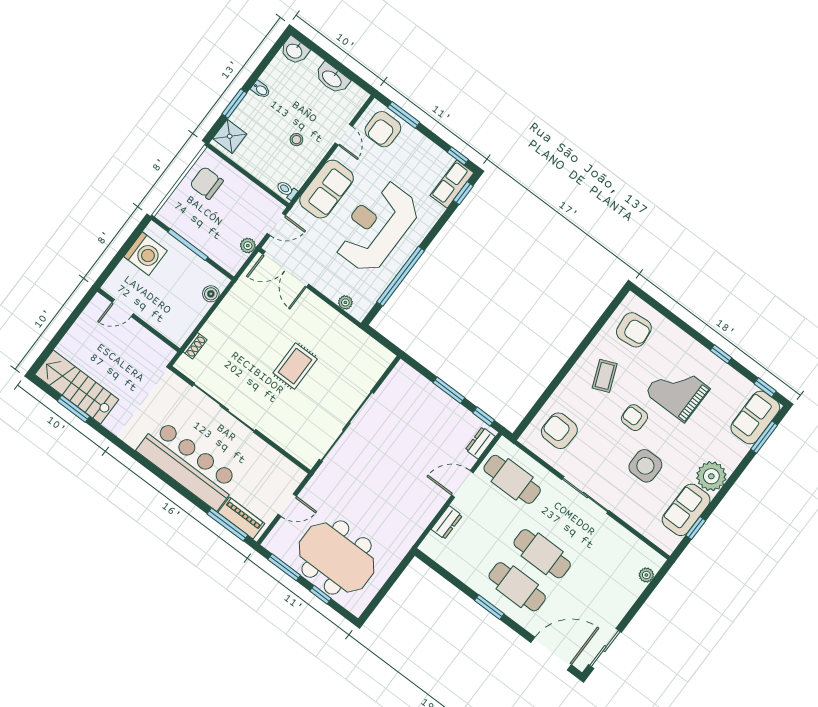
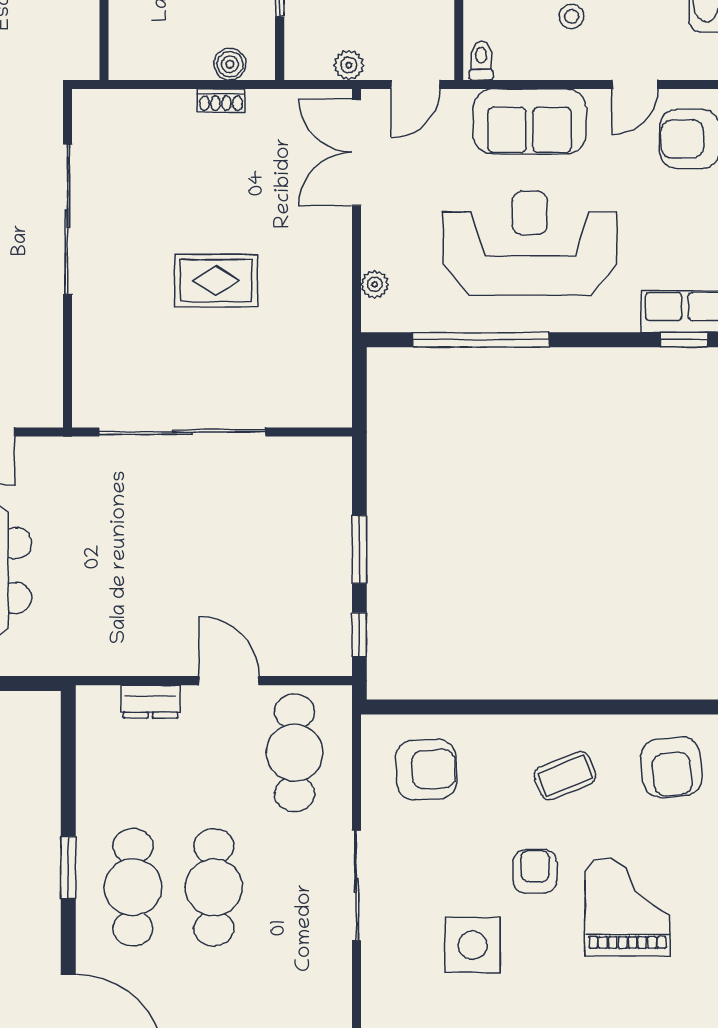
door: (276, 224) -> (415, 85), hinge flipped
shoe rack: (195, 346) -> (221, 100), moved
armchair: (559, 431) -> (426, 769), turned 85
dresser: (480, 443) -> (314, 660), removed

